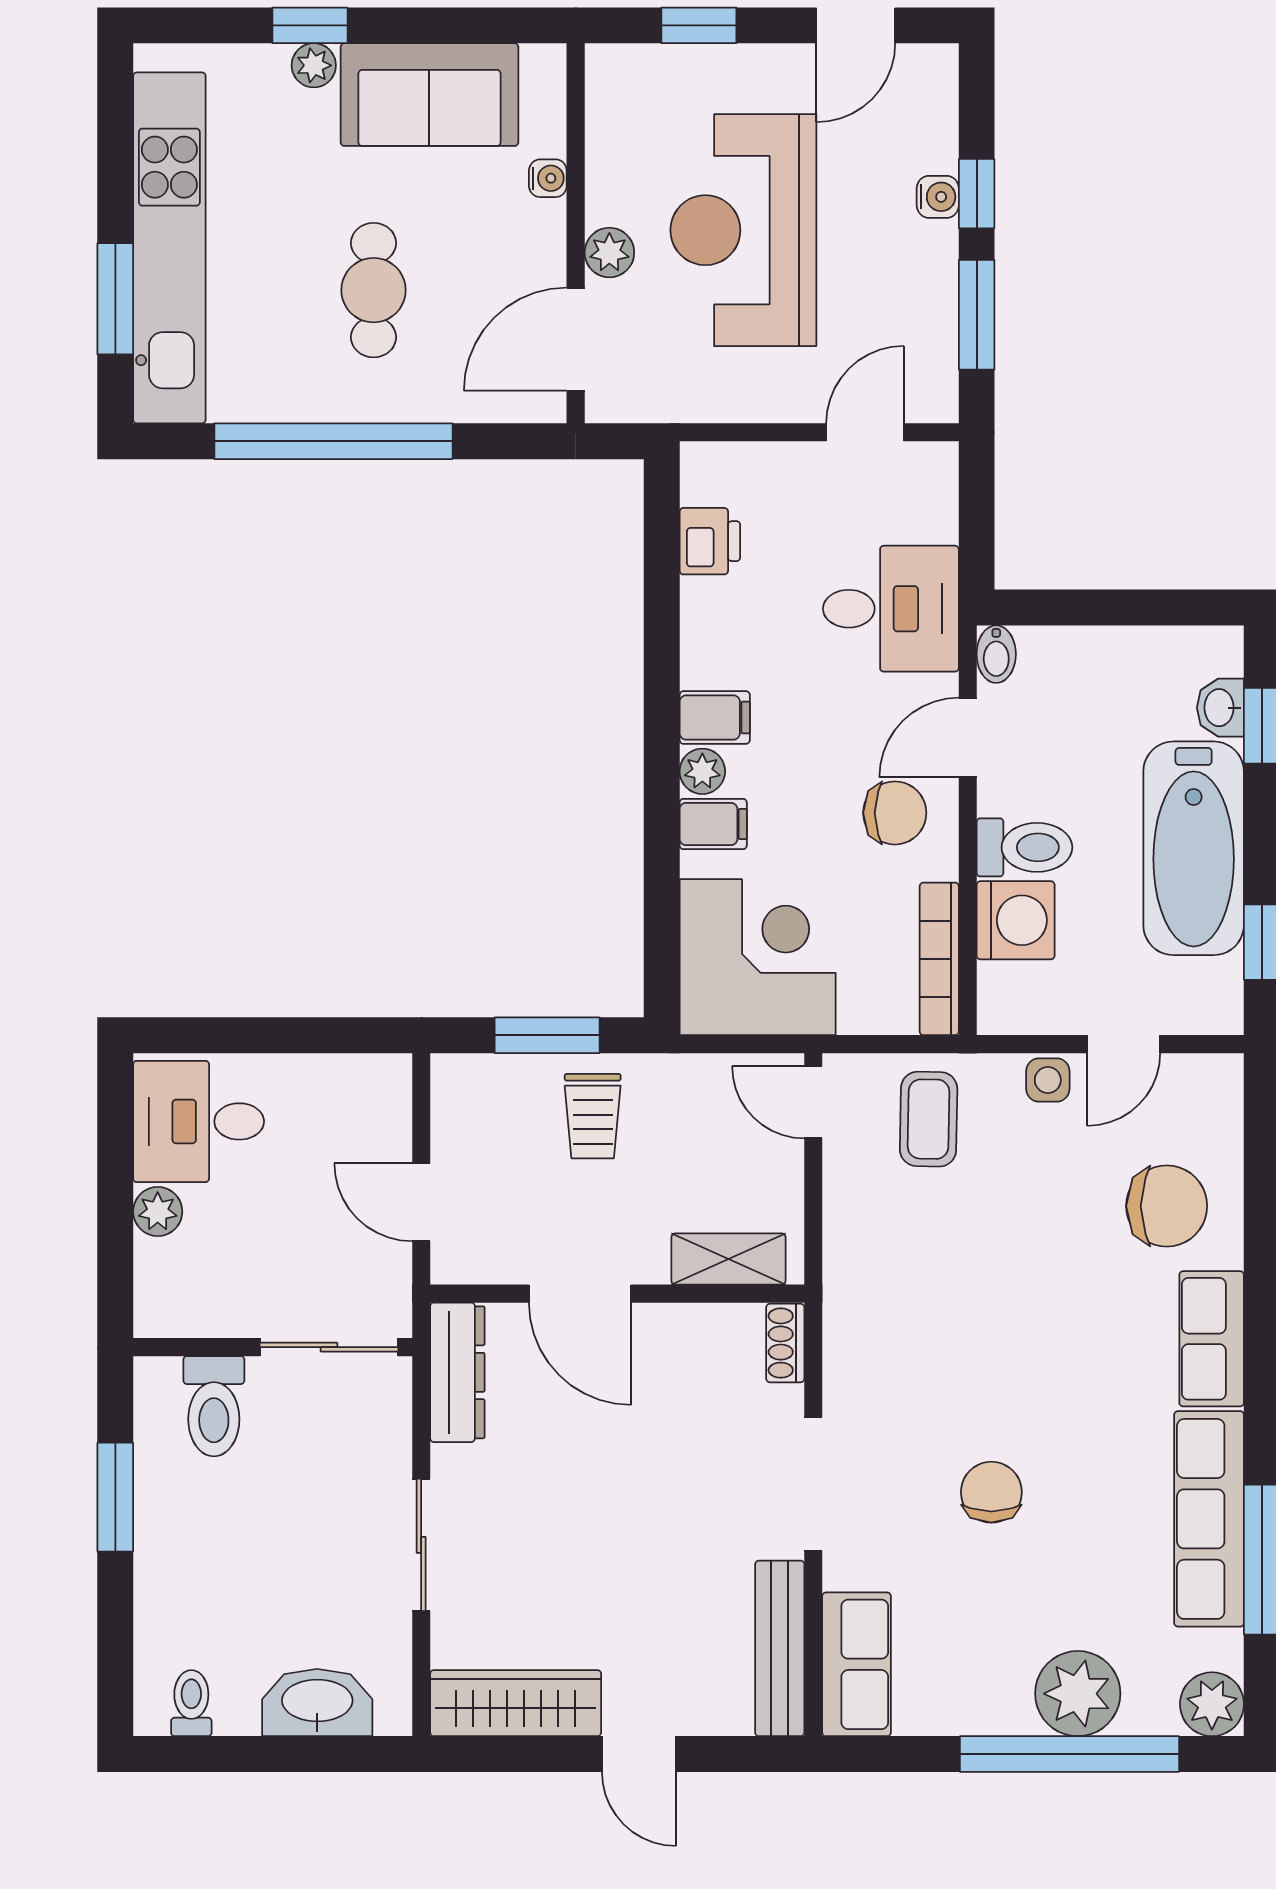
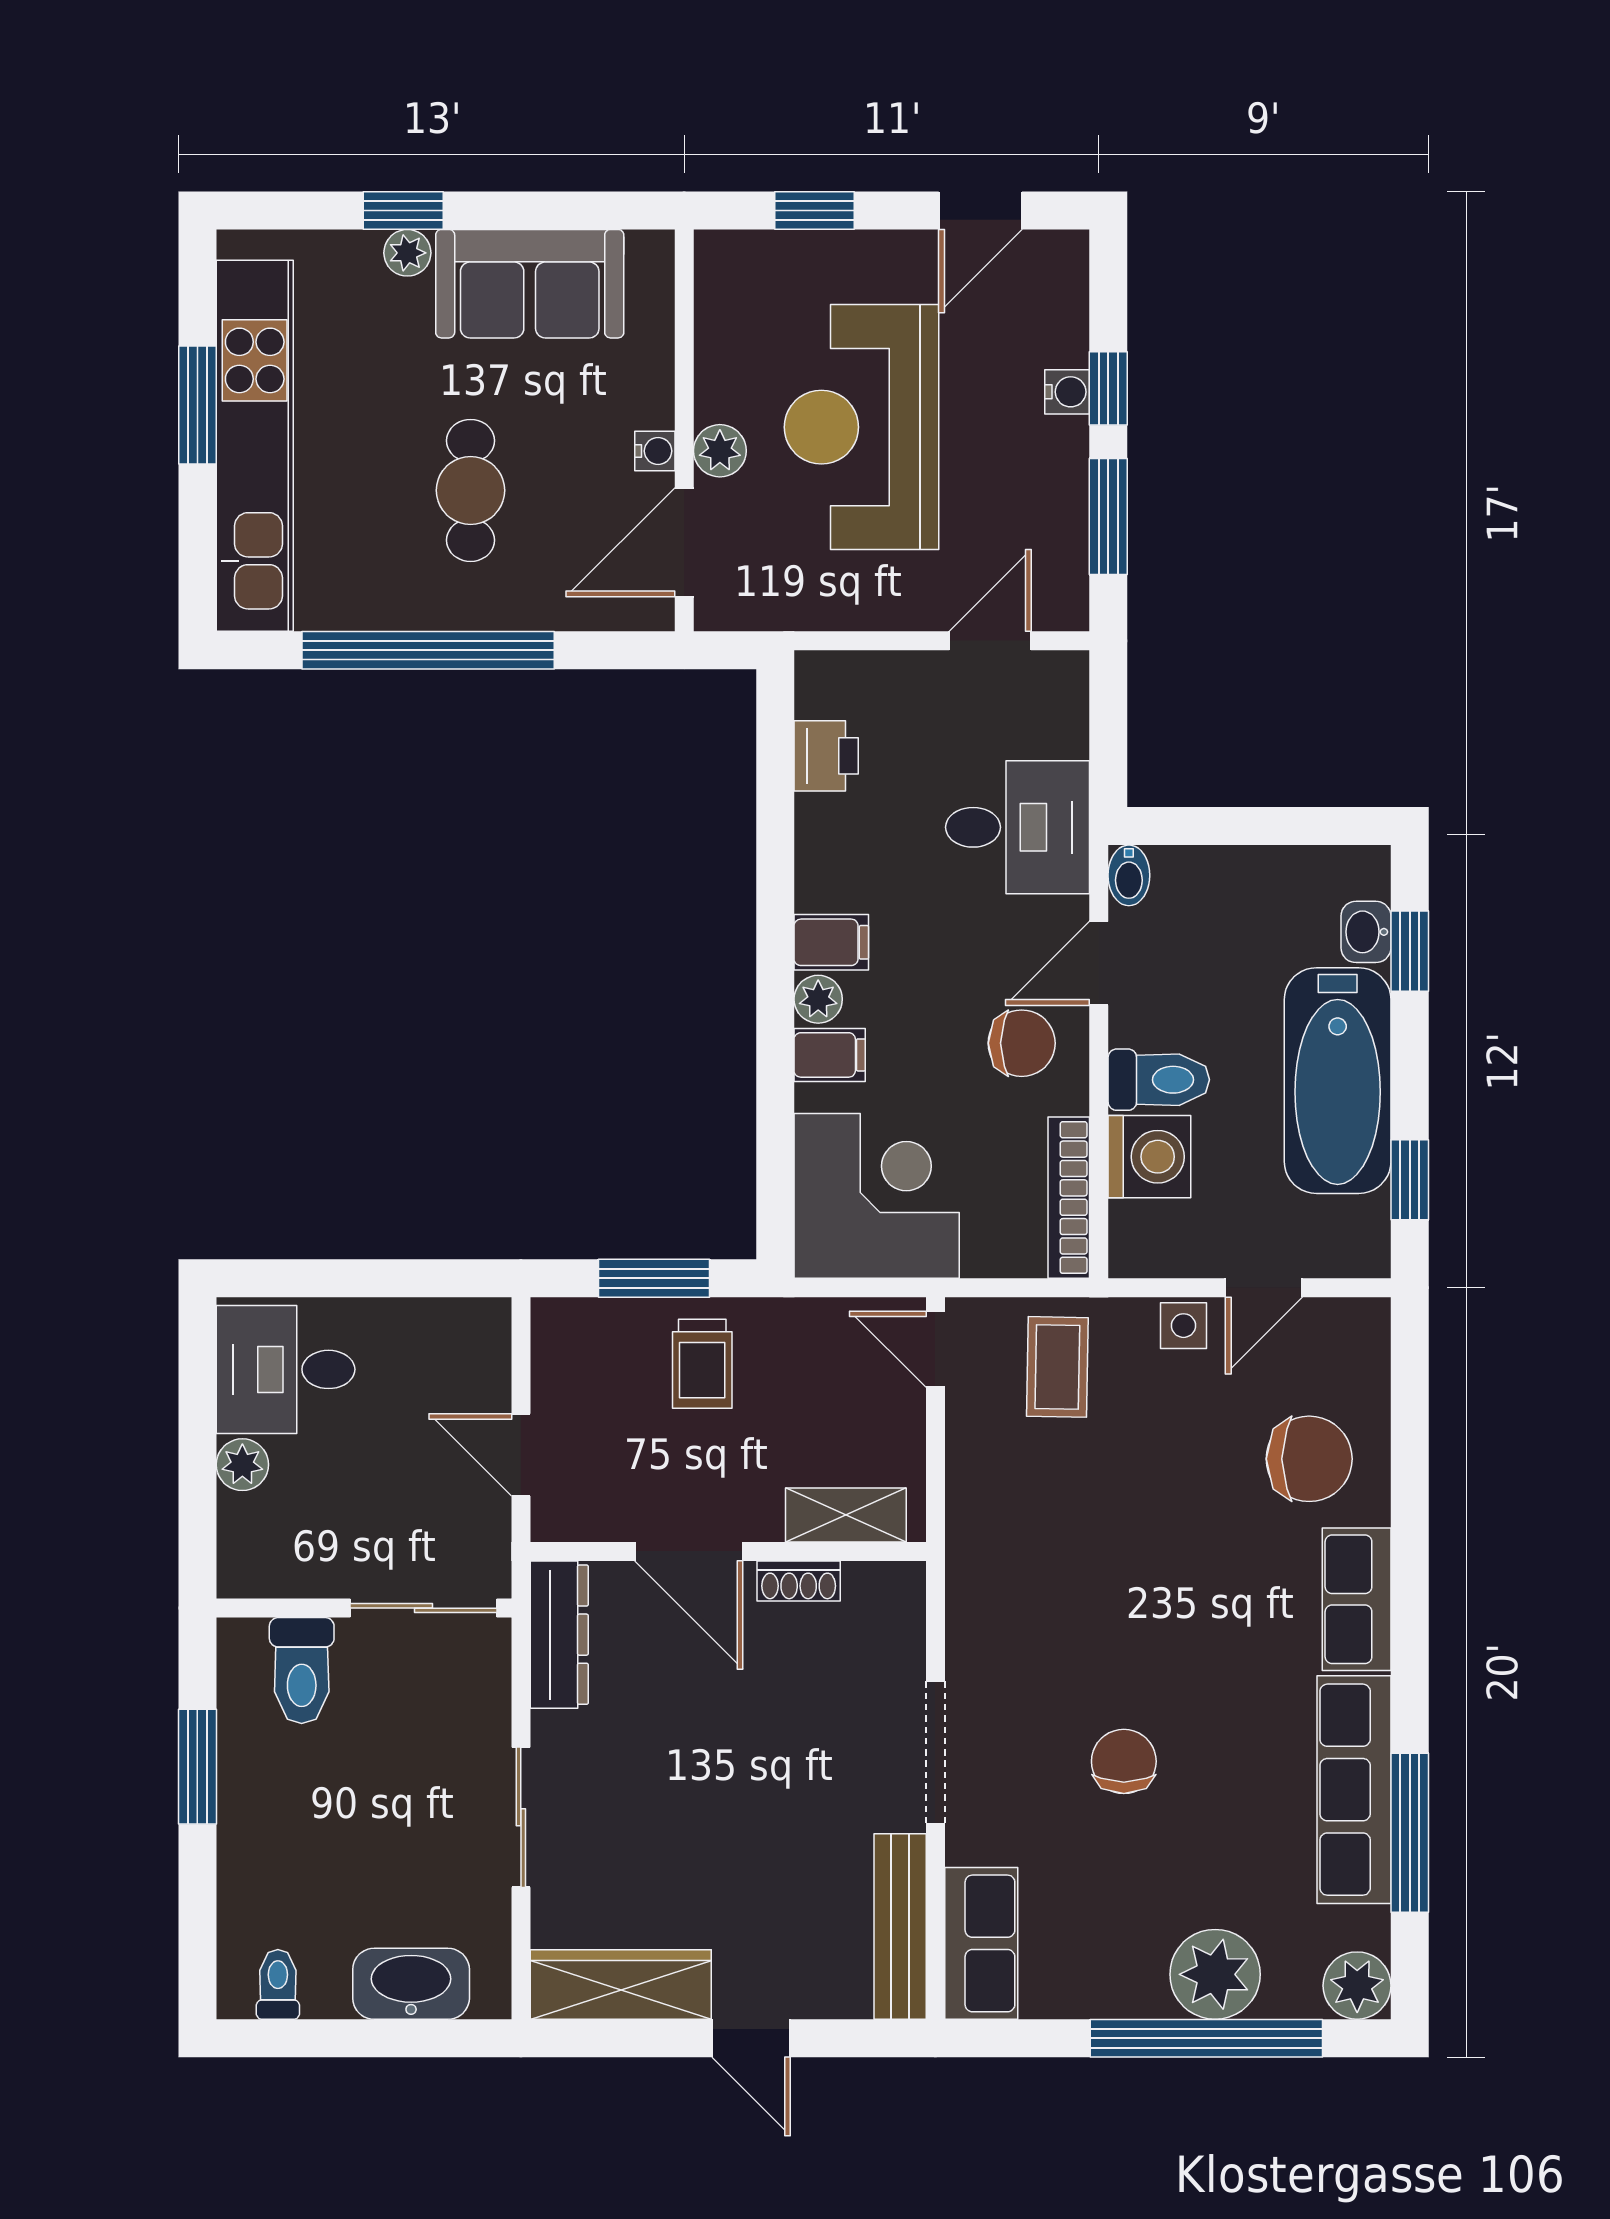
water cooler: (548, 178) -> (655, 451), moved
window: (115, 299) -> (197, 405), moved
shoe rack: (785, 1343) -> (799, 1581), moved, turned -90

